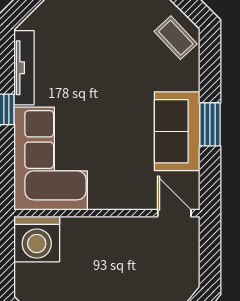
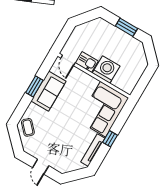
kitchen sink: (136, 231) -> (87, 62), added
washing machine: (37, 239) -> (106, 69), moved

